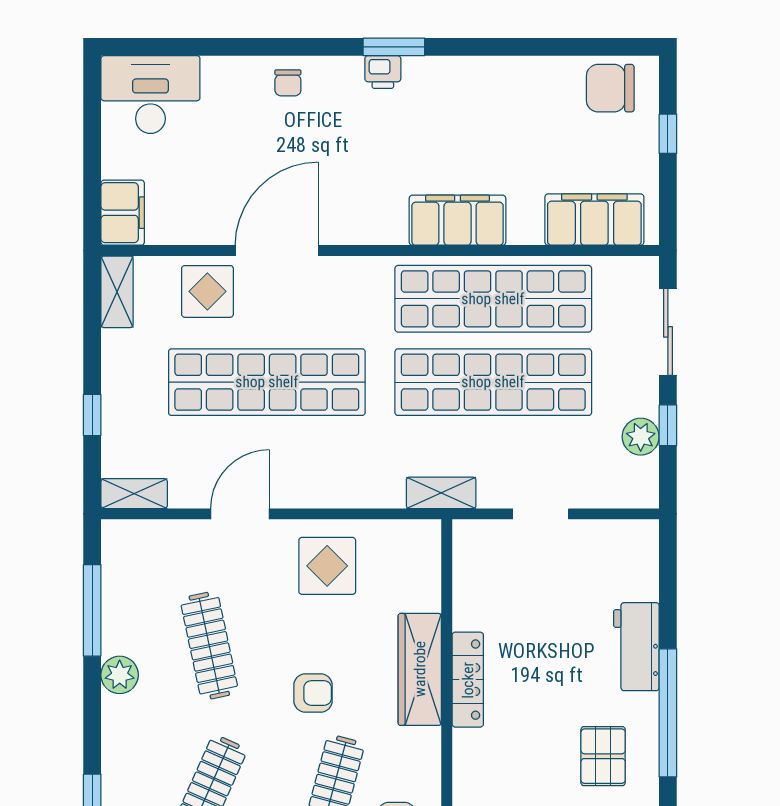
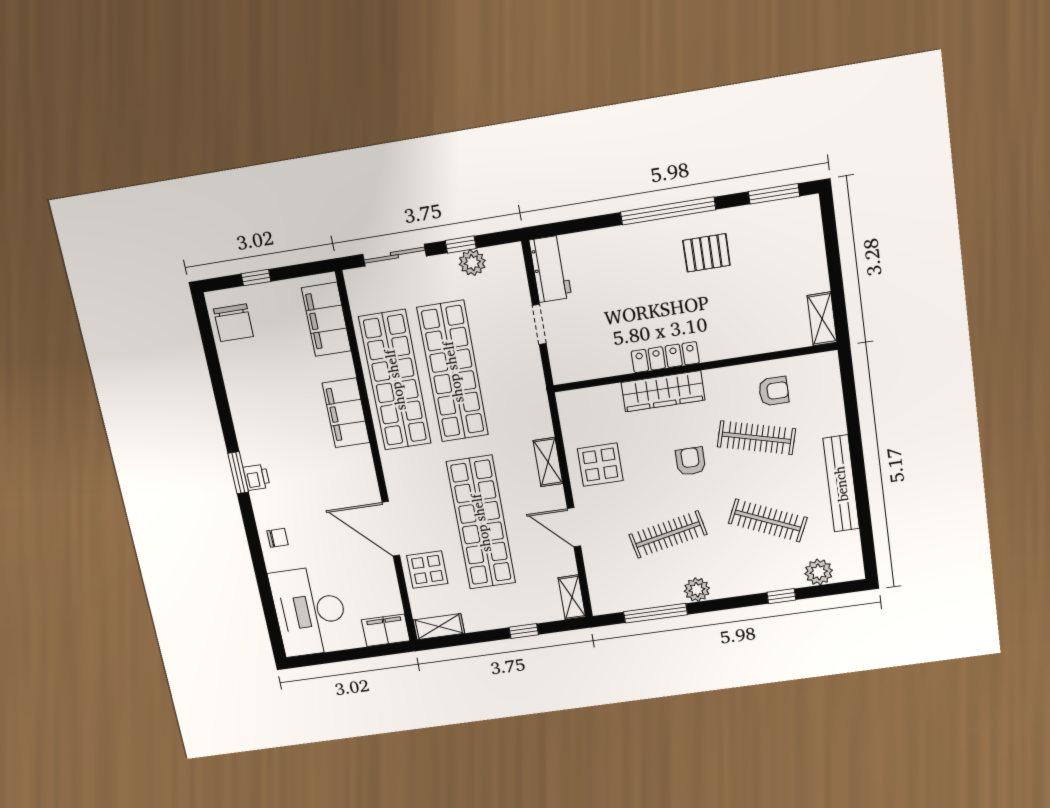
desk: (150, 95) -> (310, 611), width x1.36, depth x1.30
shelving: (441, 493) -> (548, 462), moved
workbench: (636, 647) -> (550, 269), moved, turned -90

